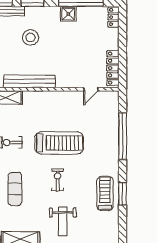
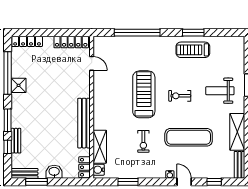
locker: (114, 17) -> (27, 41), width x1.53
stool: (30, 37) -> (41, 122), removed
exercise mat: (15, 189) -> (189, 137), width x1.36, depth x1.45
weight bench: (63, 221) -> (220, 91), turned 180

